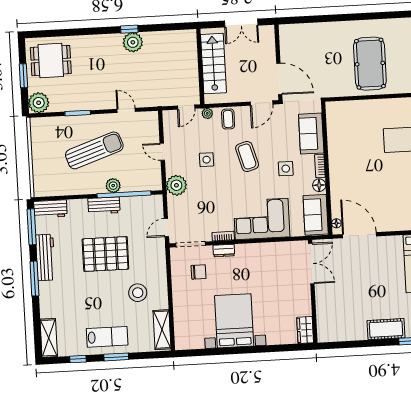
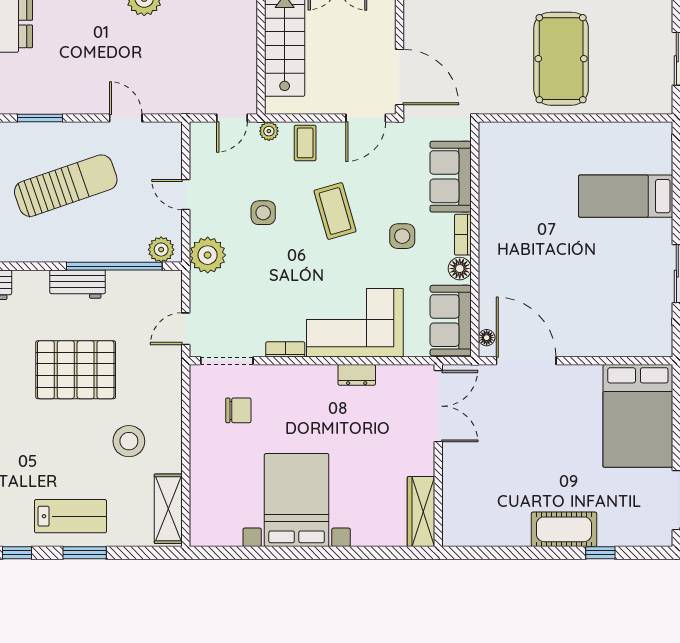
plant: (113, 186) -> (161, 250), moved
dresser: (224, 251) -> (357, 375), moved
wardrobe: (305, 330) -> (421, 511), width x1.50

